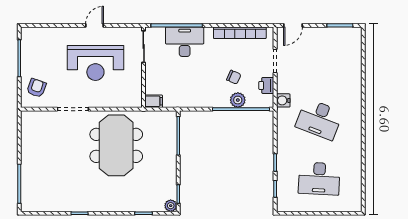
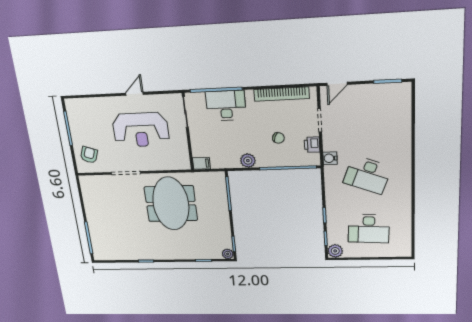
plant: (238, 100) -> (248, 161), moved
plant: (284, 204) -> (335, 251), added

